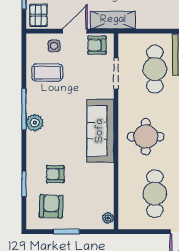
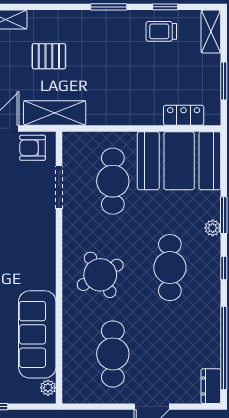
sofa: (100, 131) -> (37, 334), moved
round table: (146, 137) -> (100, 275), turned -30

